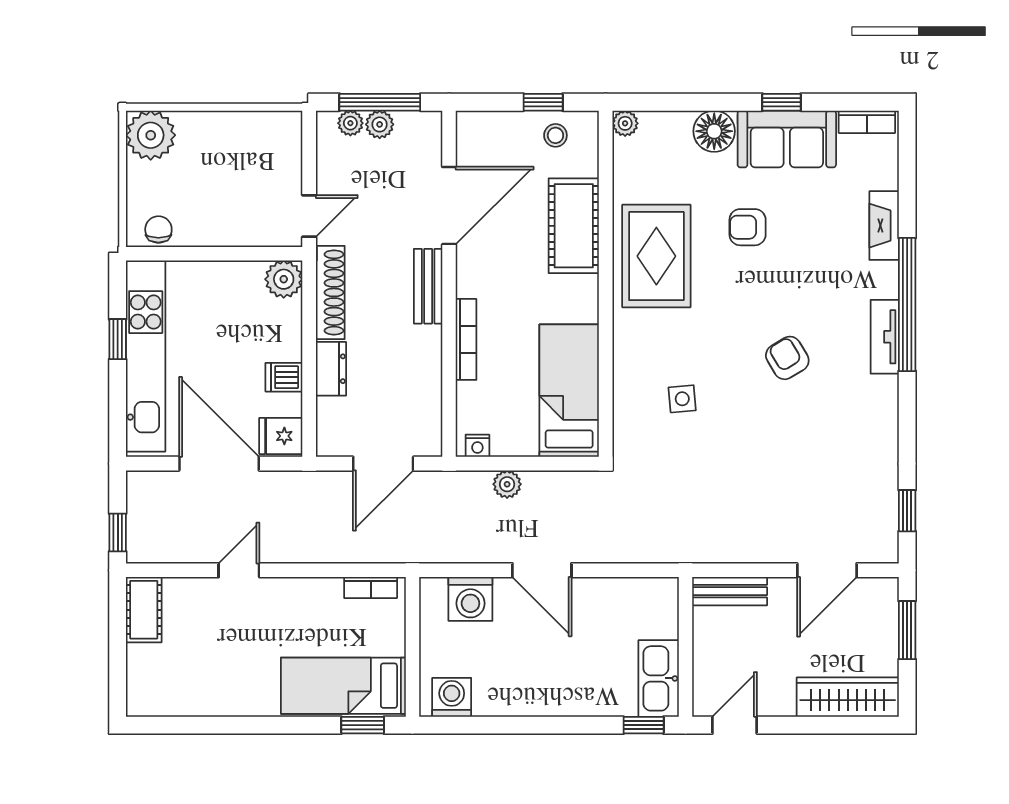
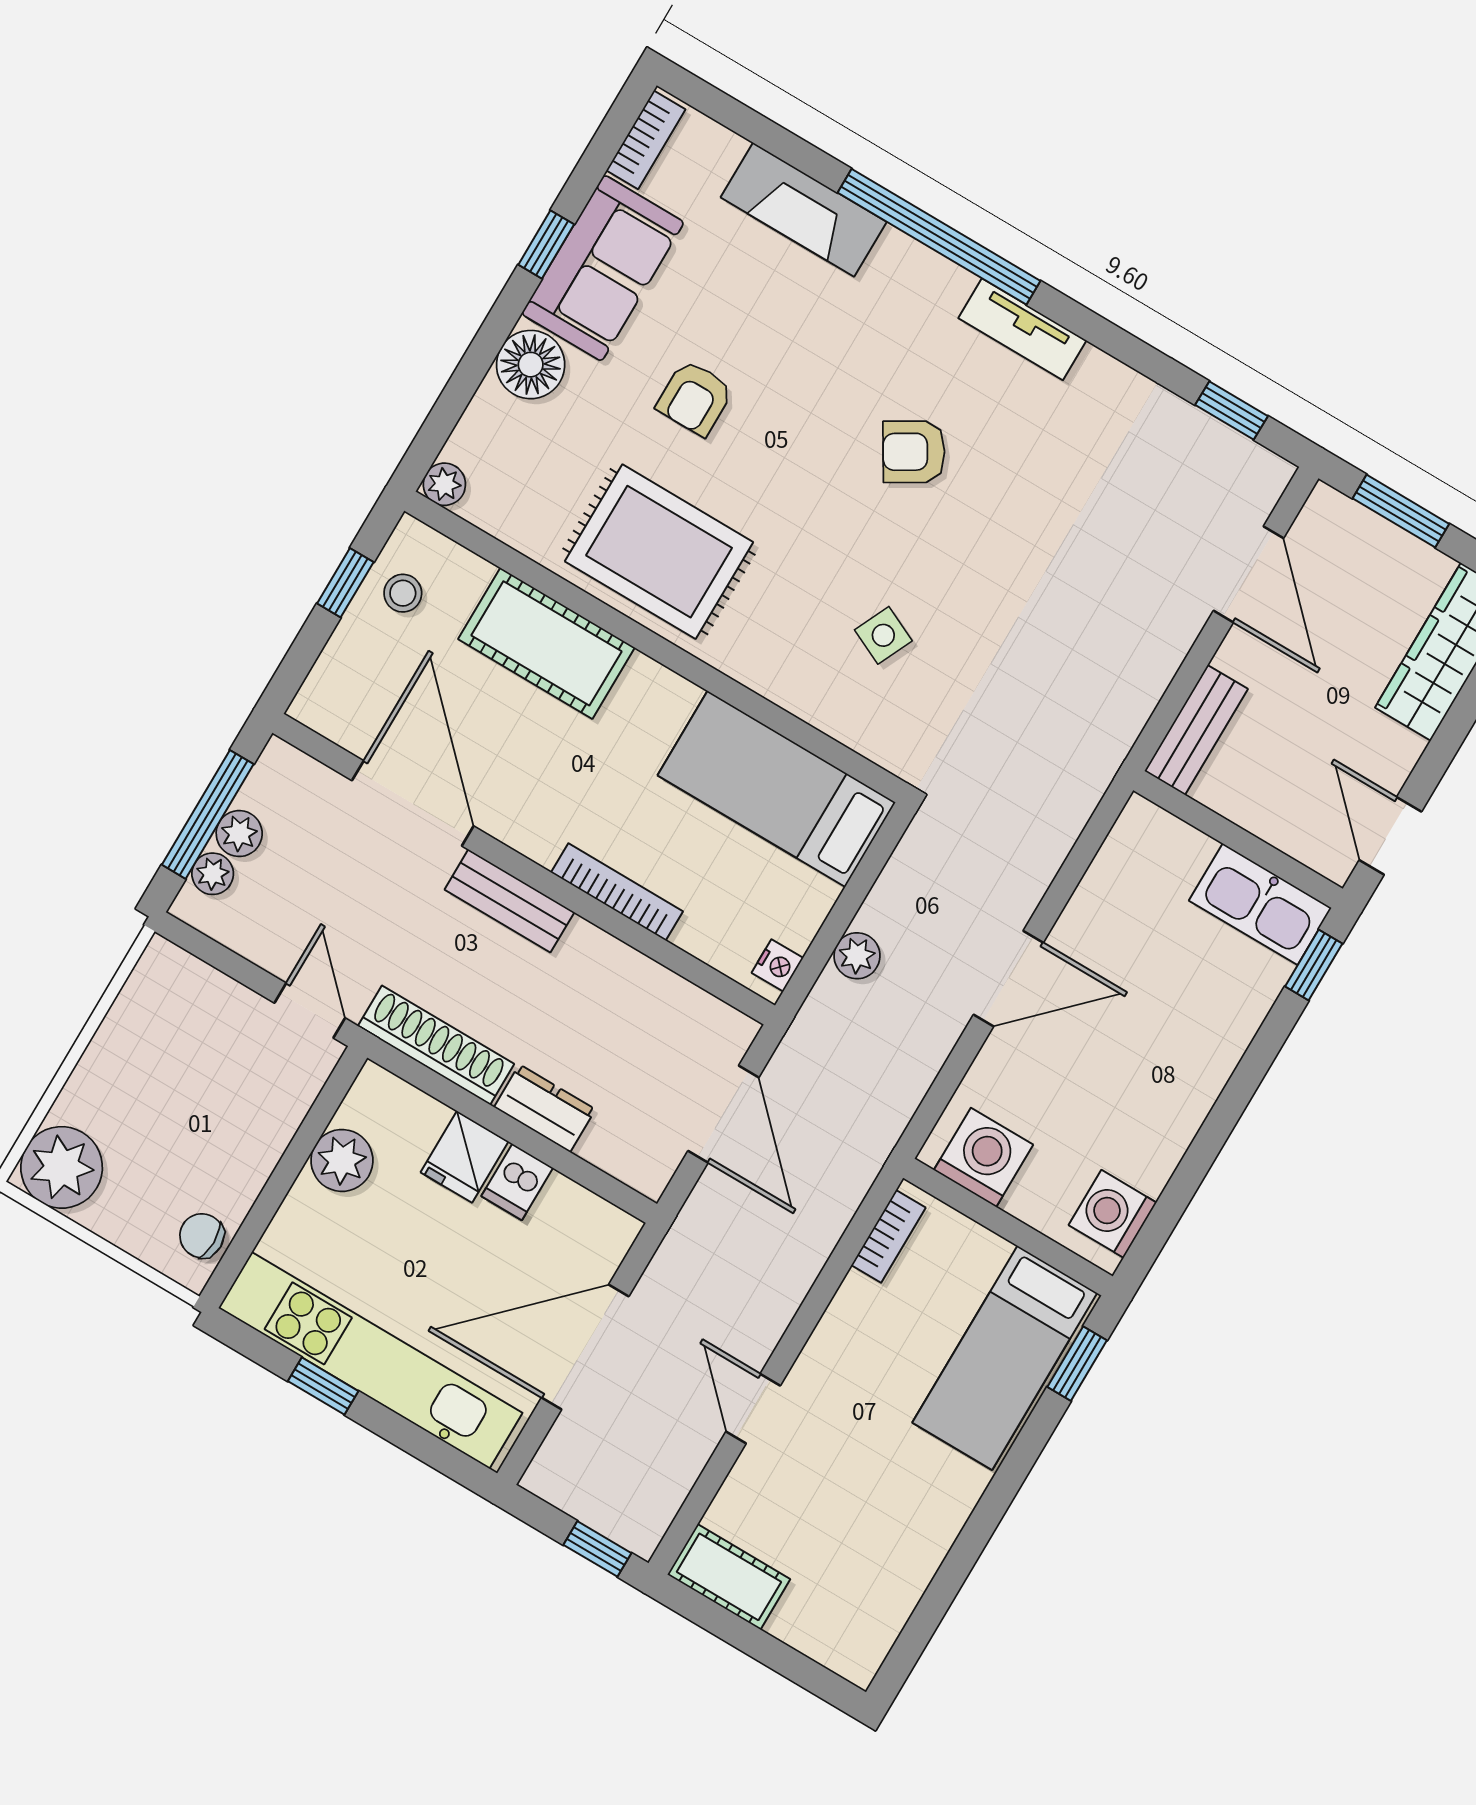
fireplace: (884, 226) -> (804, 210), width x1.37, depth x1.32
plant: (284, 279) -> (342, 1160), moved
tv unit: (885, 337) -> (1022, 329), moved
side table: (682, 399) -> (883, 635), turned 30
fridge: (281, 436) -> (464, 1157), moved
washing machine: (470, 599) -> (983, 1157), moved, turned -90

